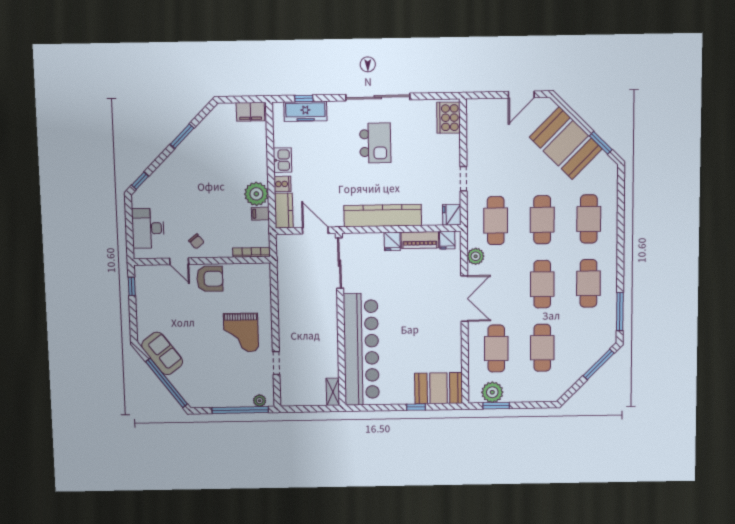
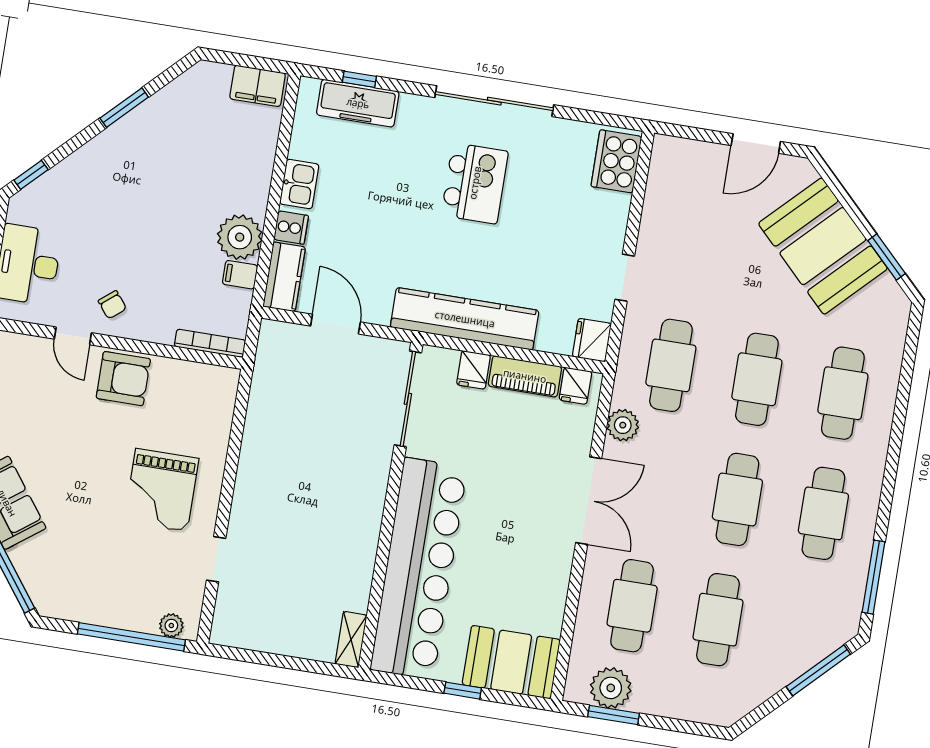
sliding door: (340, 263) -> (408, 399), moved
wall: (341, 320) -> (391, 506), moved
bar counter: (361, 349) -> (419, 568), moved
shelving: (333, 392) -> (351, 640), moved

